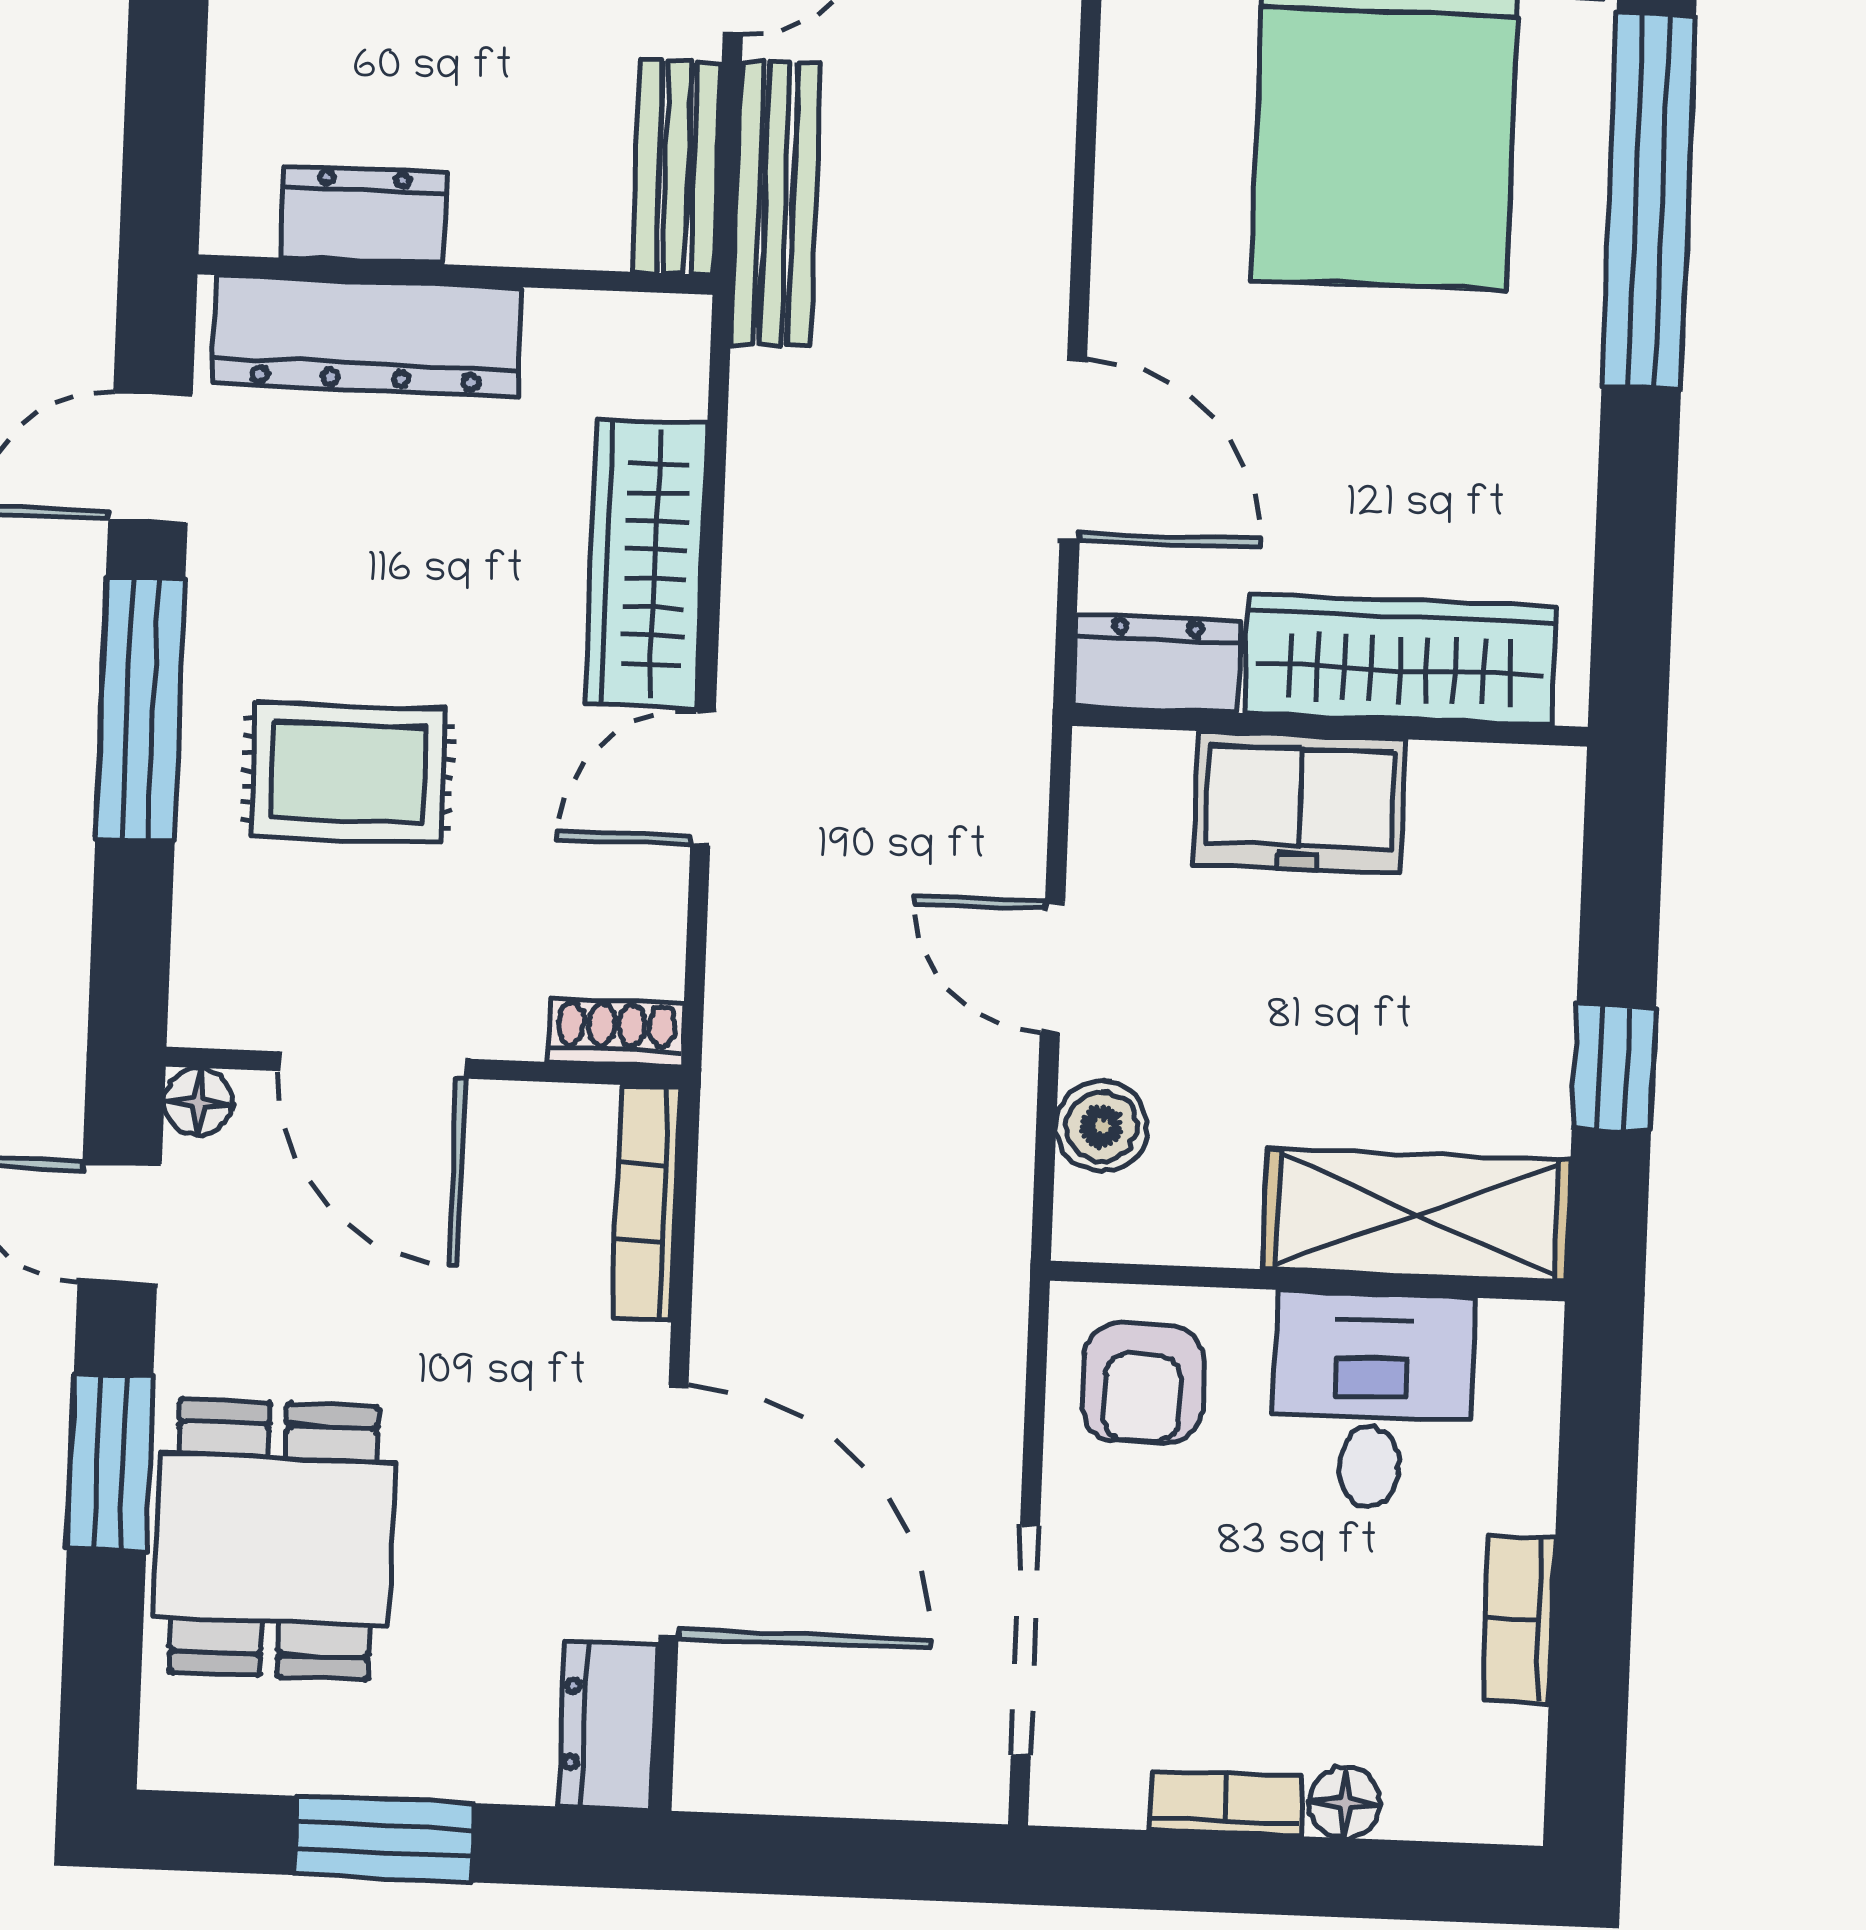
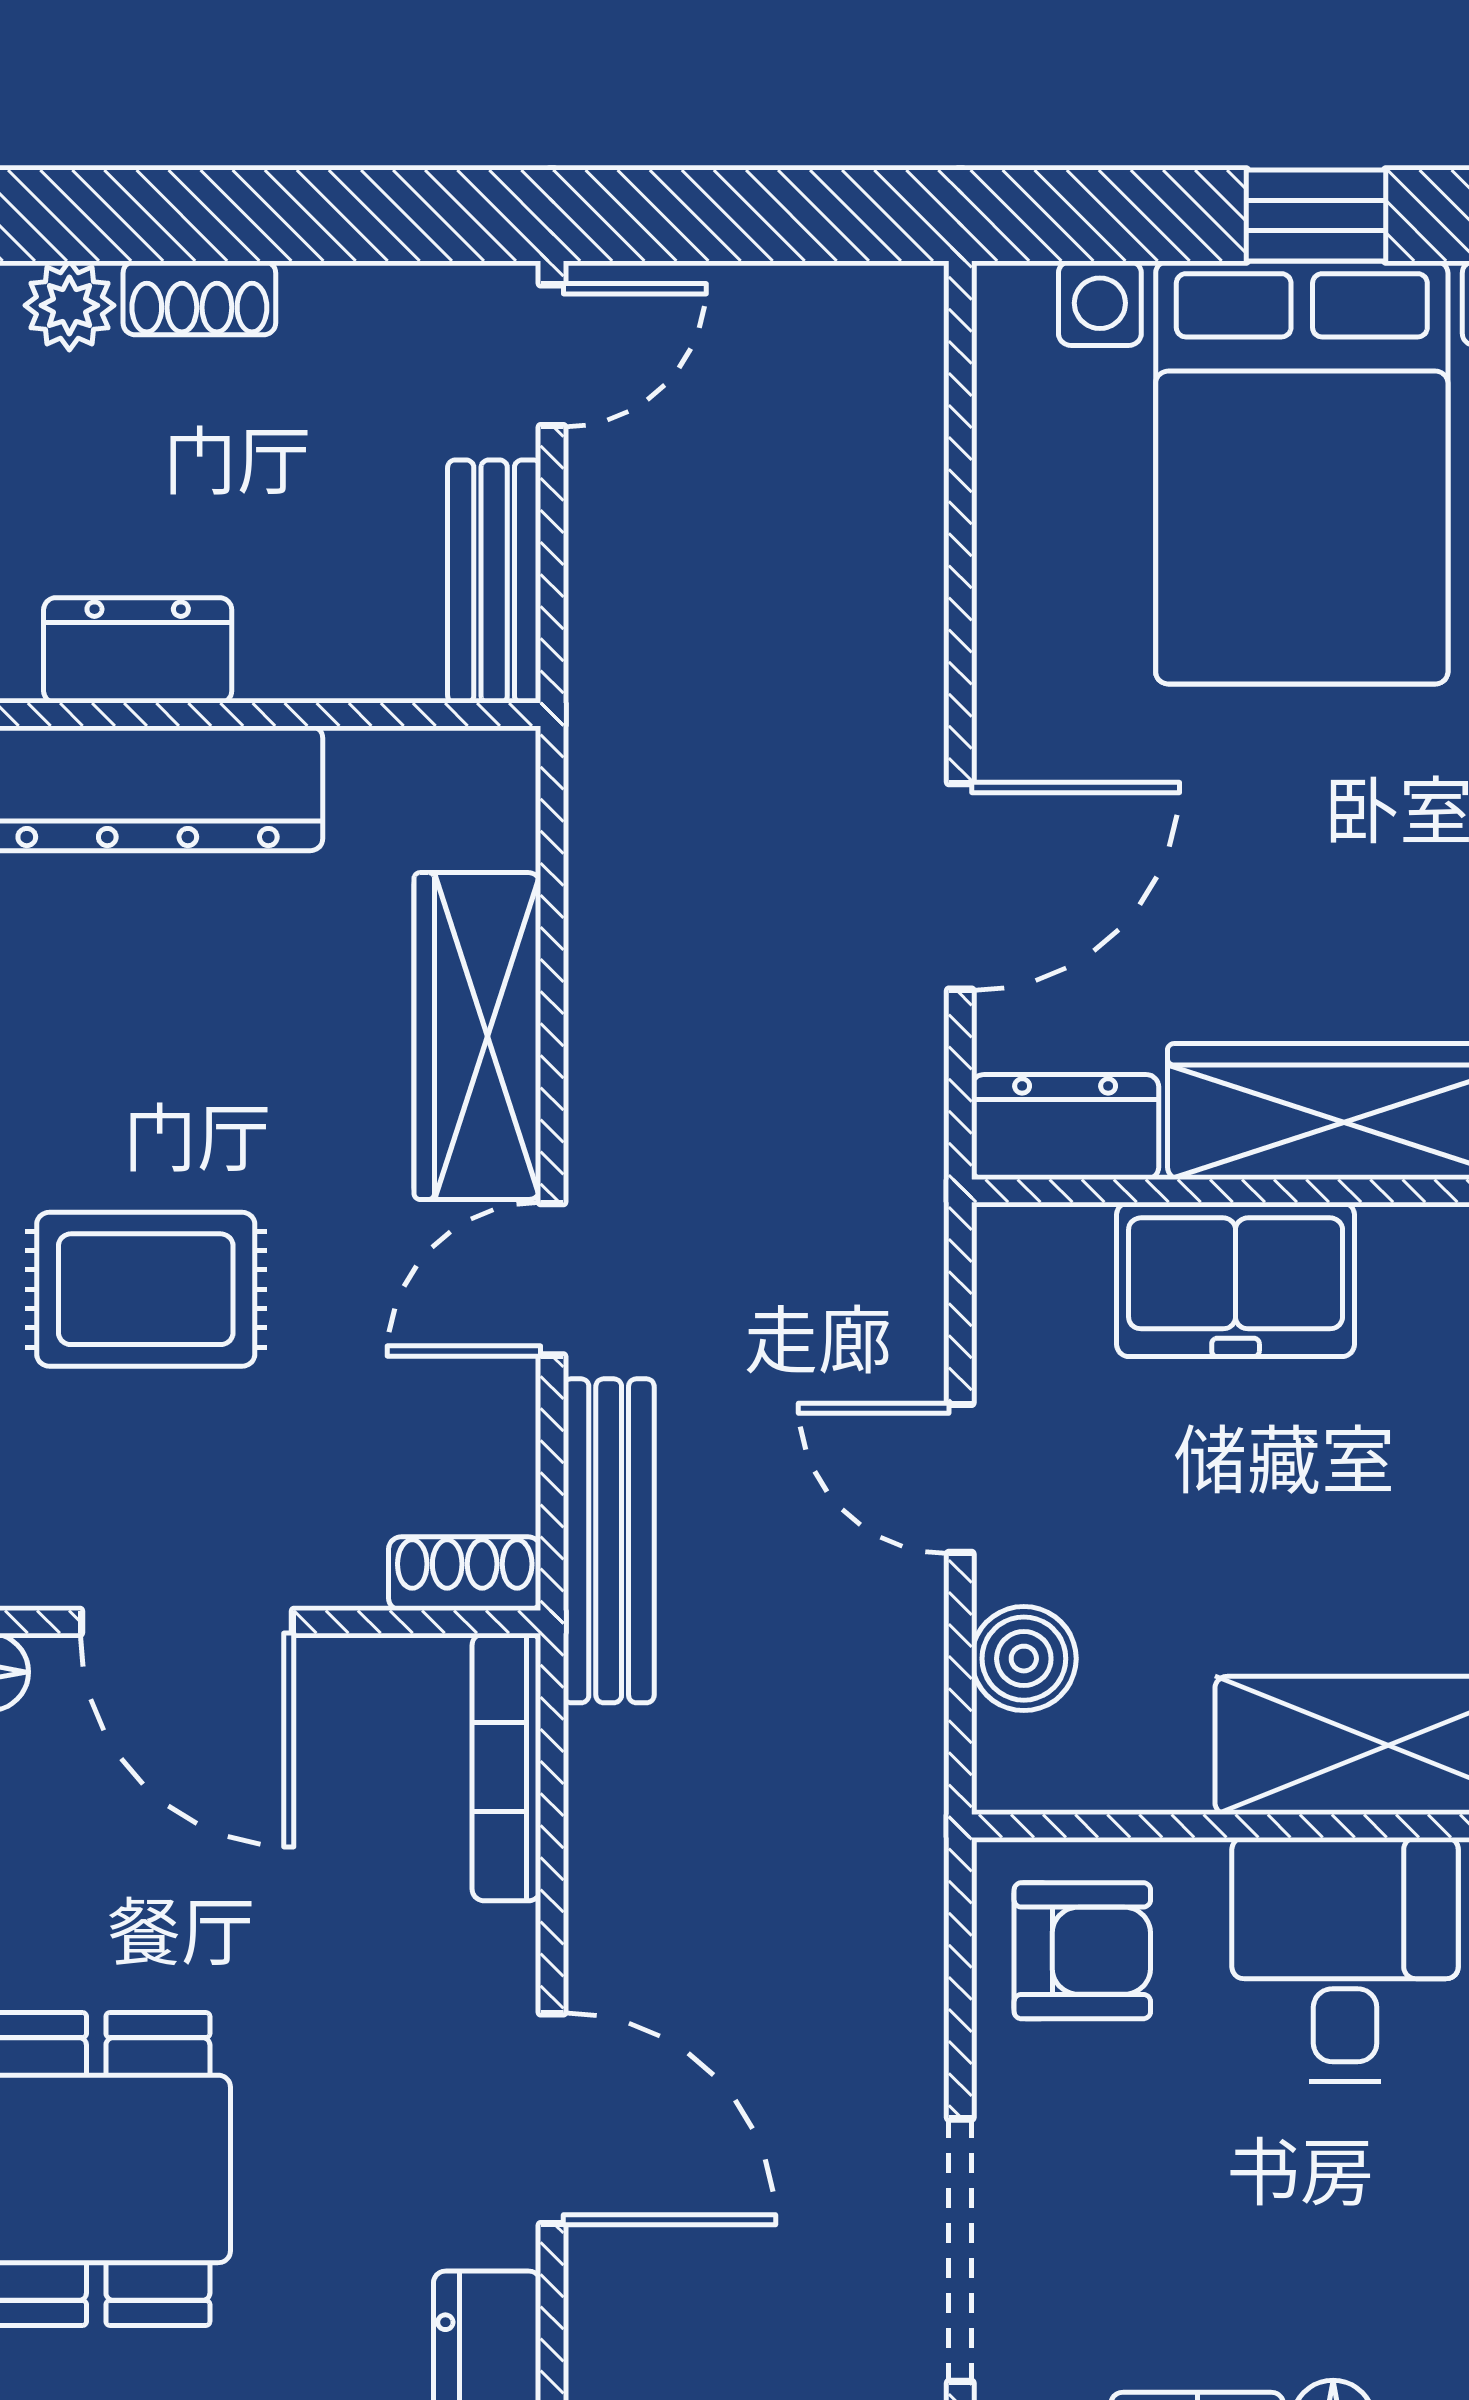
bench: (776, 204) -> (609, 1541), moved
door: (1073, 450) -> (960, 886), hinge flipped
armchair: (1142, 1383) -> (1082, 1951), turned -90
door: (674, 1512) -> (552, 2119), width x0.73

